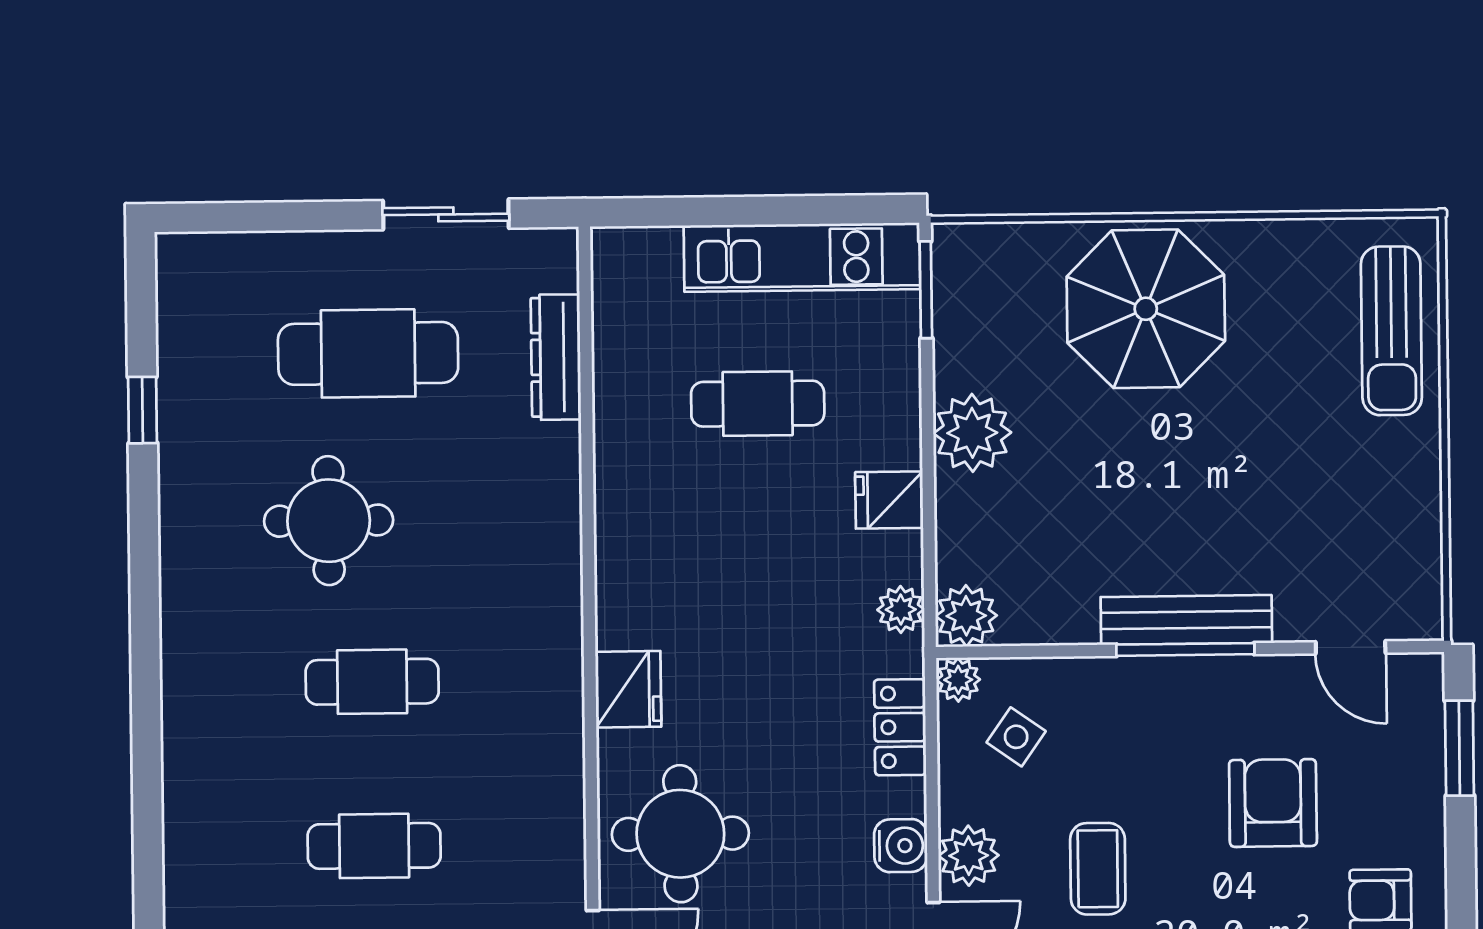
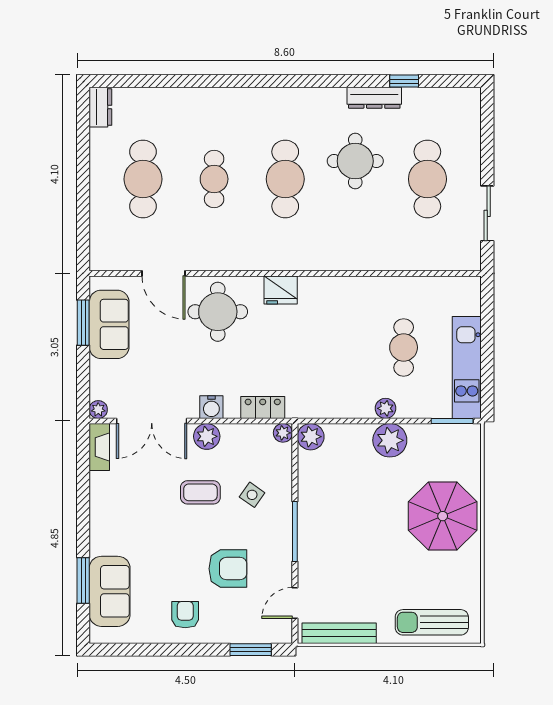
dresser: (556, 357) -> (374, 98), moved, turned 180
fridge: (889, 500) -> (361, 404), removed
plant: (901, 609) -> (386, 408), moved
bench: (1186, 620) -> (339, 633), moved, turned 90
cafe table: (372, 682) -> (285, 179), width x1.37, depth x1.35
side table: (1016, 737) -> (252, 495), moved

